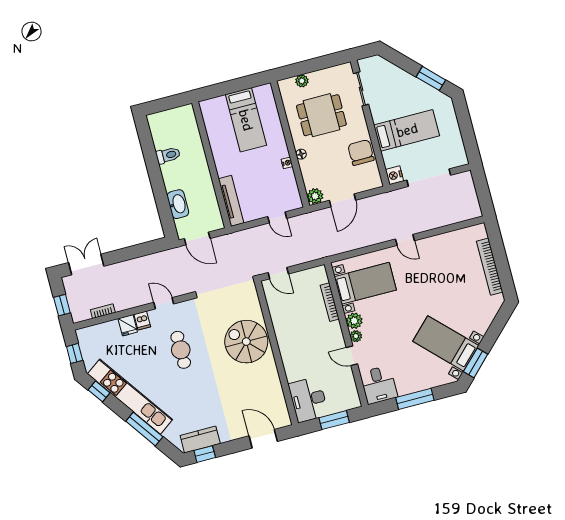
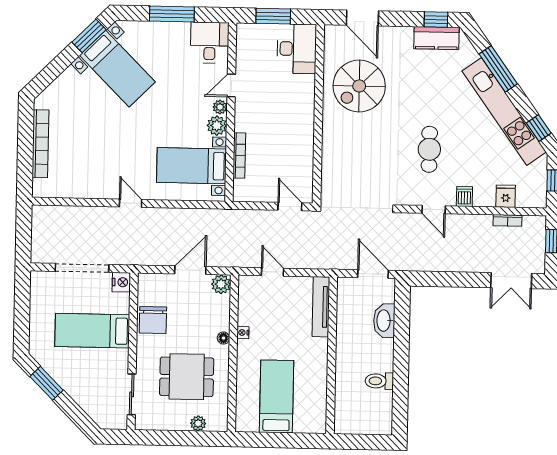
fridge: (128, 325) -> (506, 196), moved
spiral stairs: (246, 342) -> (359, 86), moved, turned 90
door: (352, 356) -> (231, 85), swing flipped

